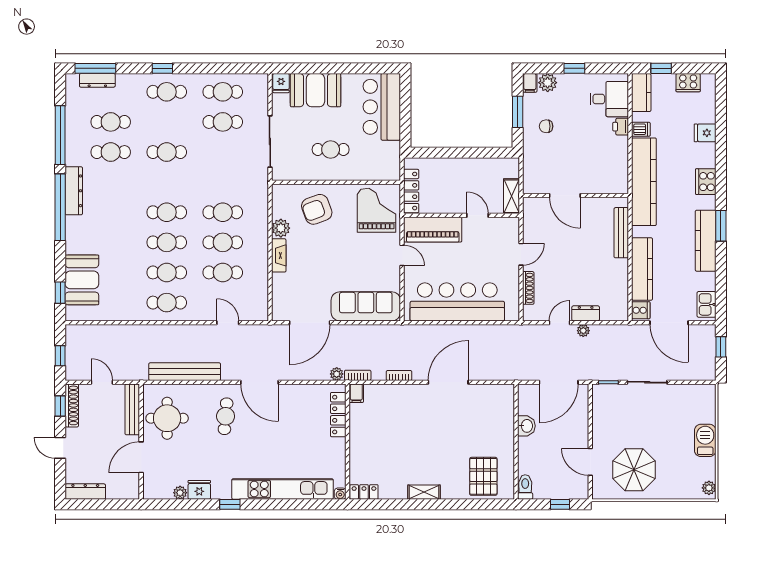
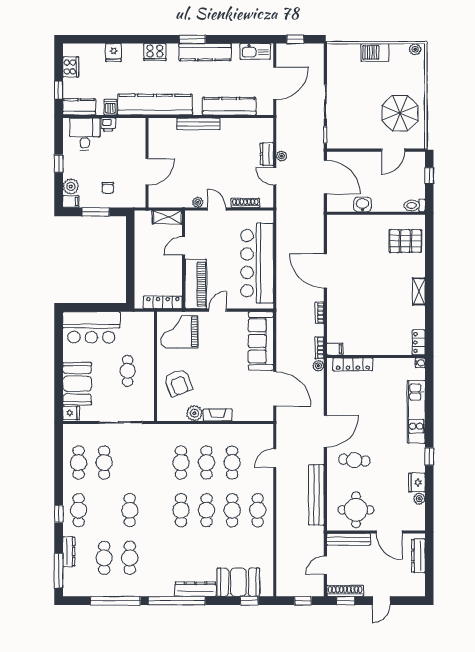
dresser: (97, 80) -> (69, 552), moved
dresser: (74, 191) -> (195, 589), moved
door: (565, 196) -> (147, 172), moved
wall: (575, 196) -> (147, 163), moved
plant: (529, 232) -> (198, 202), added
kitchen sink: (706, 304) -> (255, 51), width x1.38
cooker: (641, 310) -> (264, 107), removed
kitchen unit: (283, 489) -> (416, 412), width x0.73
dresser: (85, 492) -> (418, 556), moved

